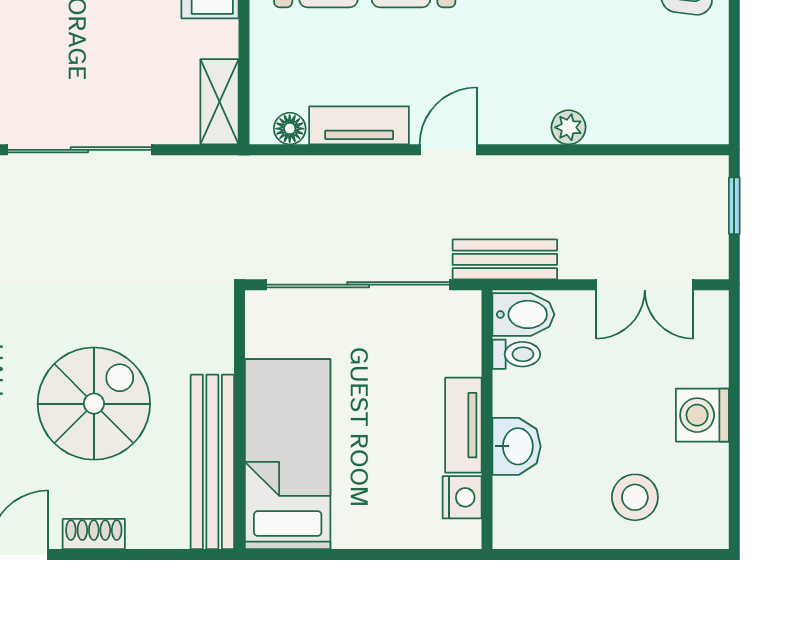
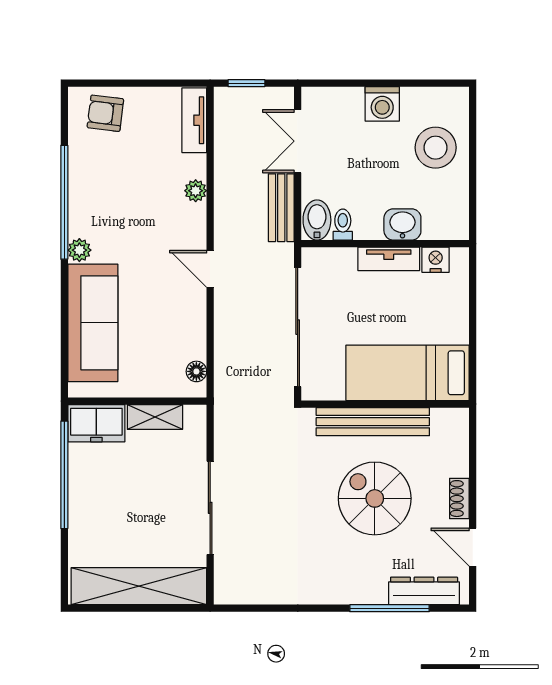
shelving: (219, 102) -> (155, 417), moved
tv unit: (359, 125) -> (194, 120), moved
bench: (505, 259) -> (281, 208), moved
double door: (645, 285) -> (298, 141), swing flipped
bench: (212, 462) -> (373, 422), moved
stool: (635, 497) -> (436, 148), width x1.38, depth x1.38

